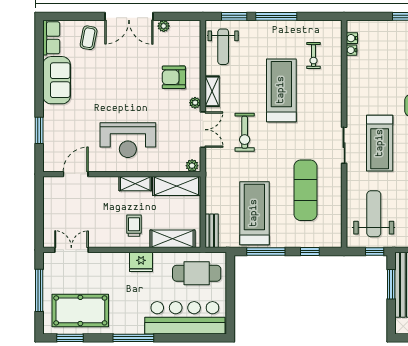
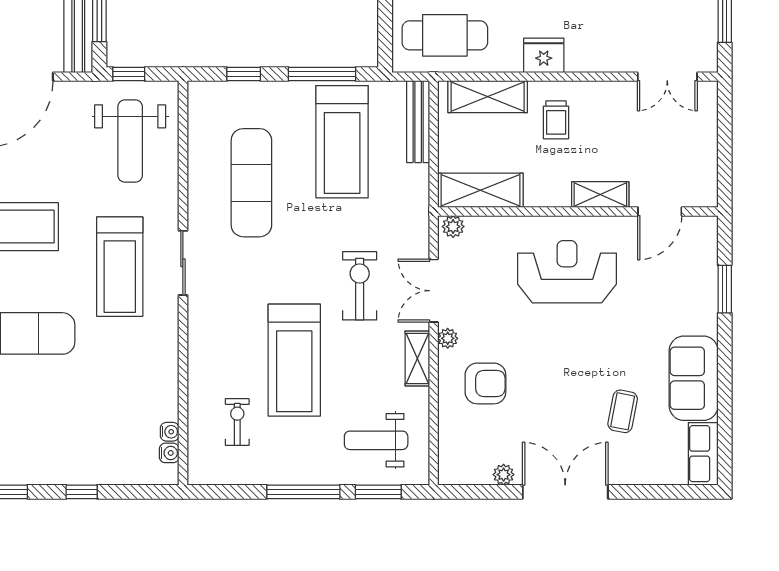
coffee table: (89, 38) -> (623, 411), moved
weight bench: (223, 47) -> (376, 440), moved, turned -90
treadmill: (380, 143) -> (120, 267), turned 180
shelving: (135, 184) -> (600, 195), moved
bench: (212, 231) -> (418, 122), width x1.36

